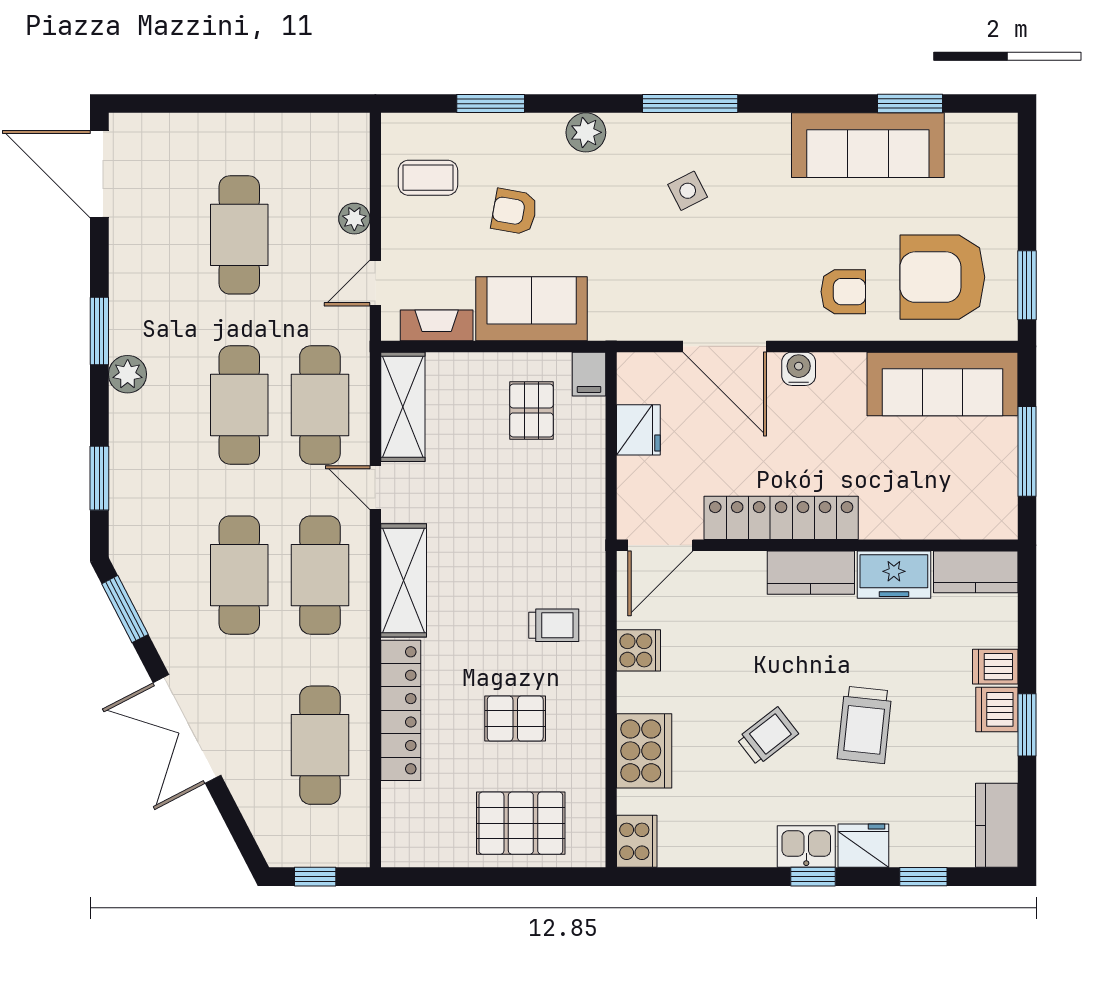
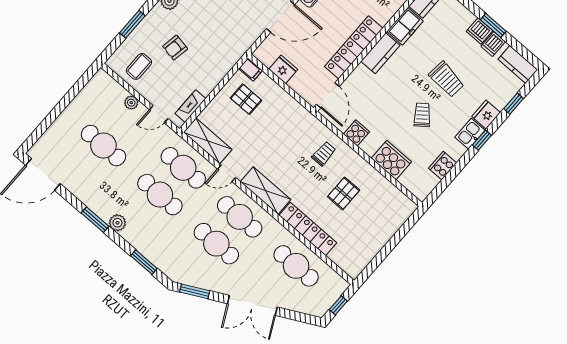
door: (375, 283) -> (159, 114), hinge flipped
sofa: (532, 309) -> (212, 70), removed
dishwasher: (995, 667) -> (493, 44), moved
pallet: (521, 823) -> (380, 222), removed
cooker: (637, 841) -> (443, 166), moved, turned -90

